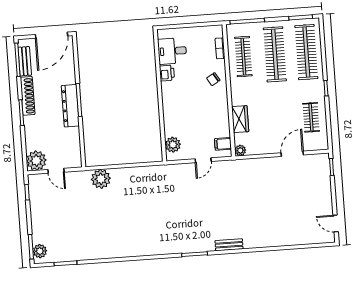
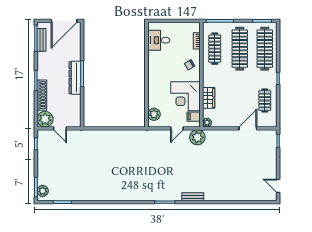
printer: (167, 73) -> (153, 57), removed
shoe rack: (28, 96) -> (42, 95), moved
corner desk: (211, 119) -> (185, 96), added
plant: (101, 179) -> (197, 137), moved

